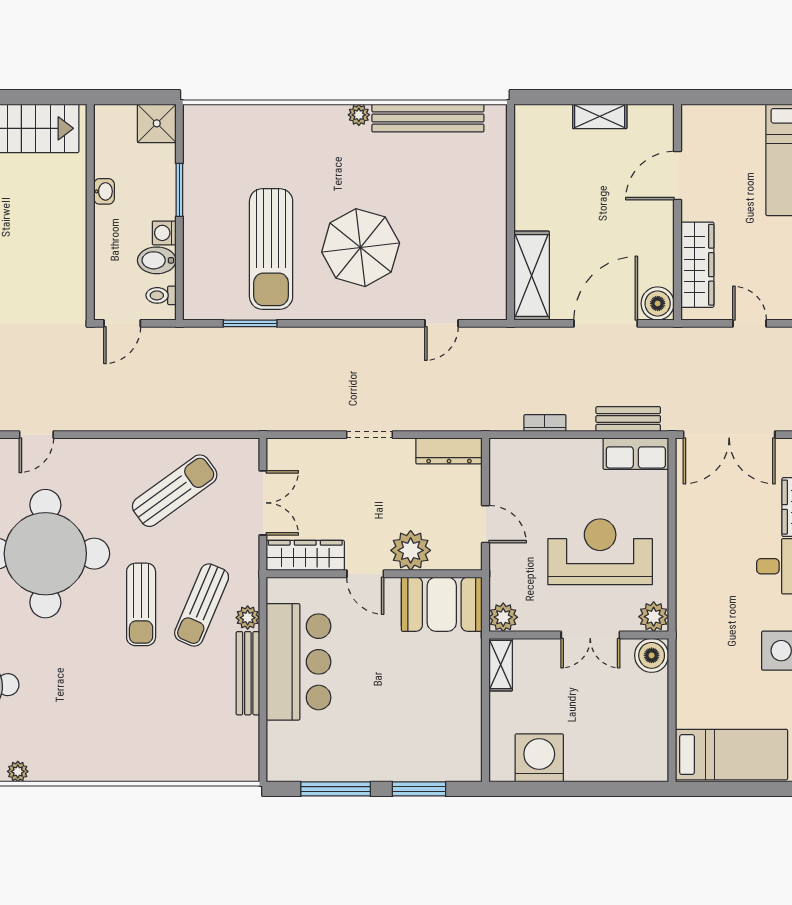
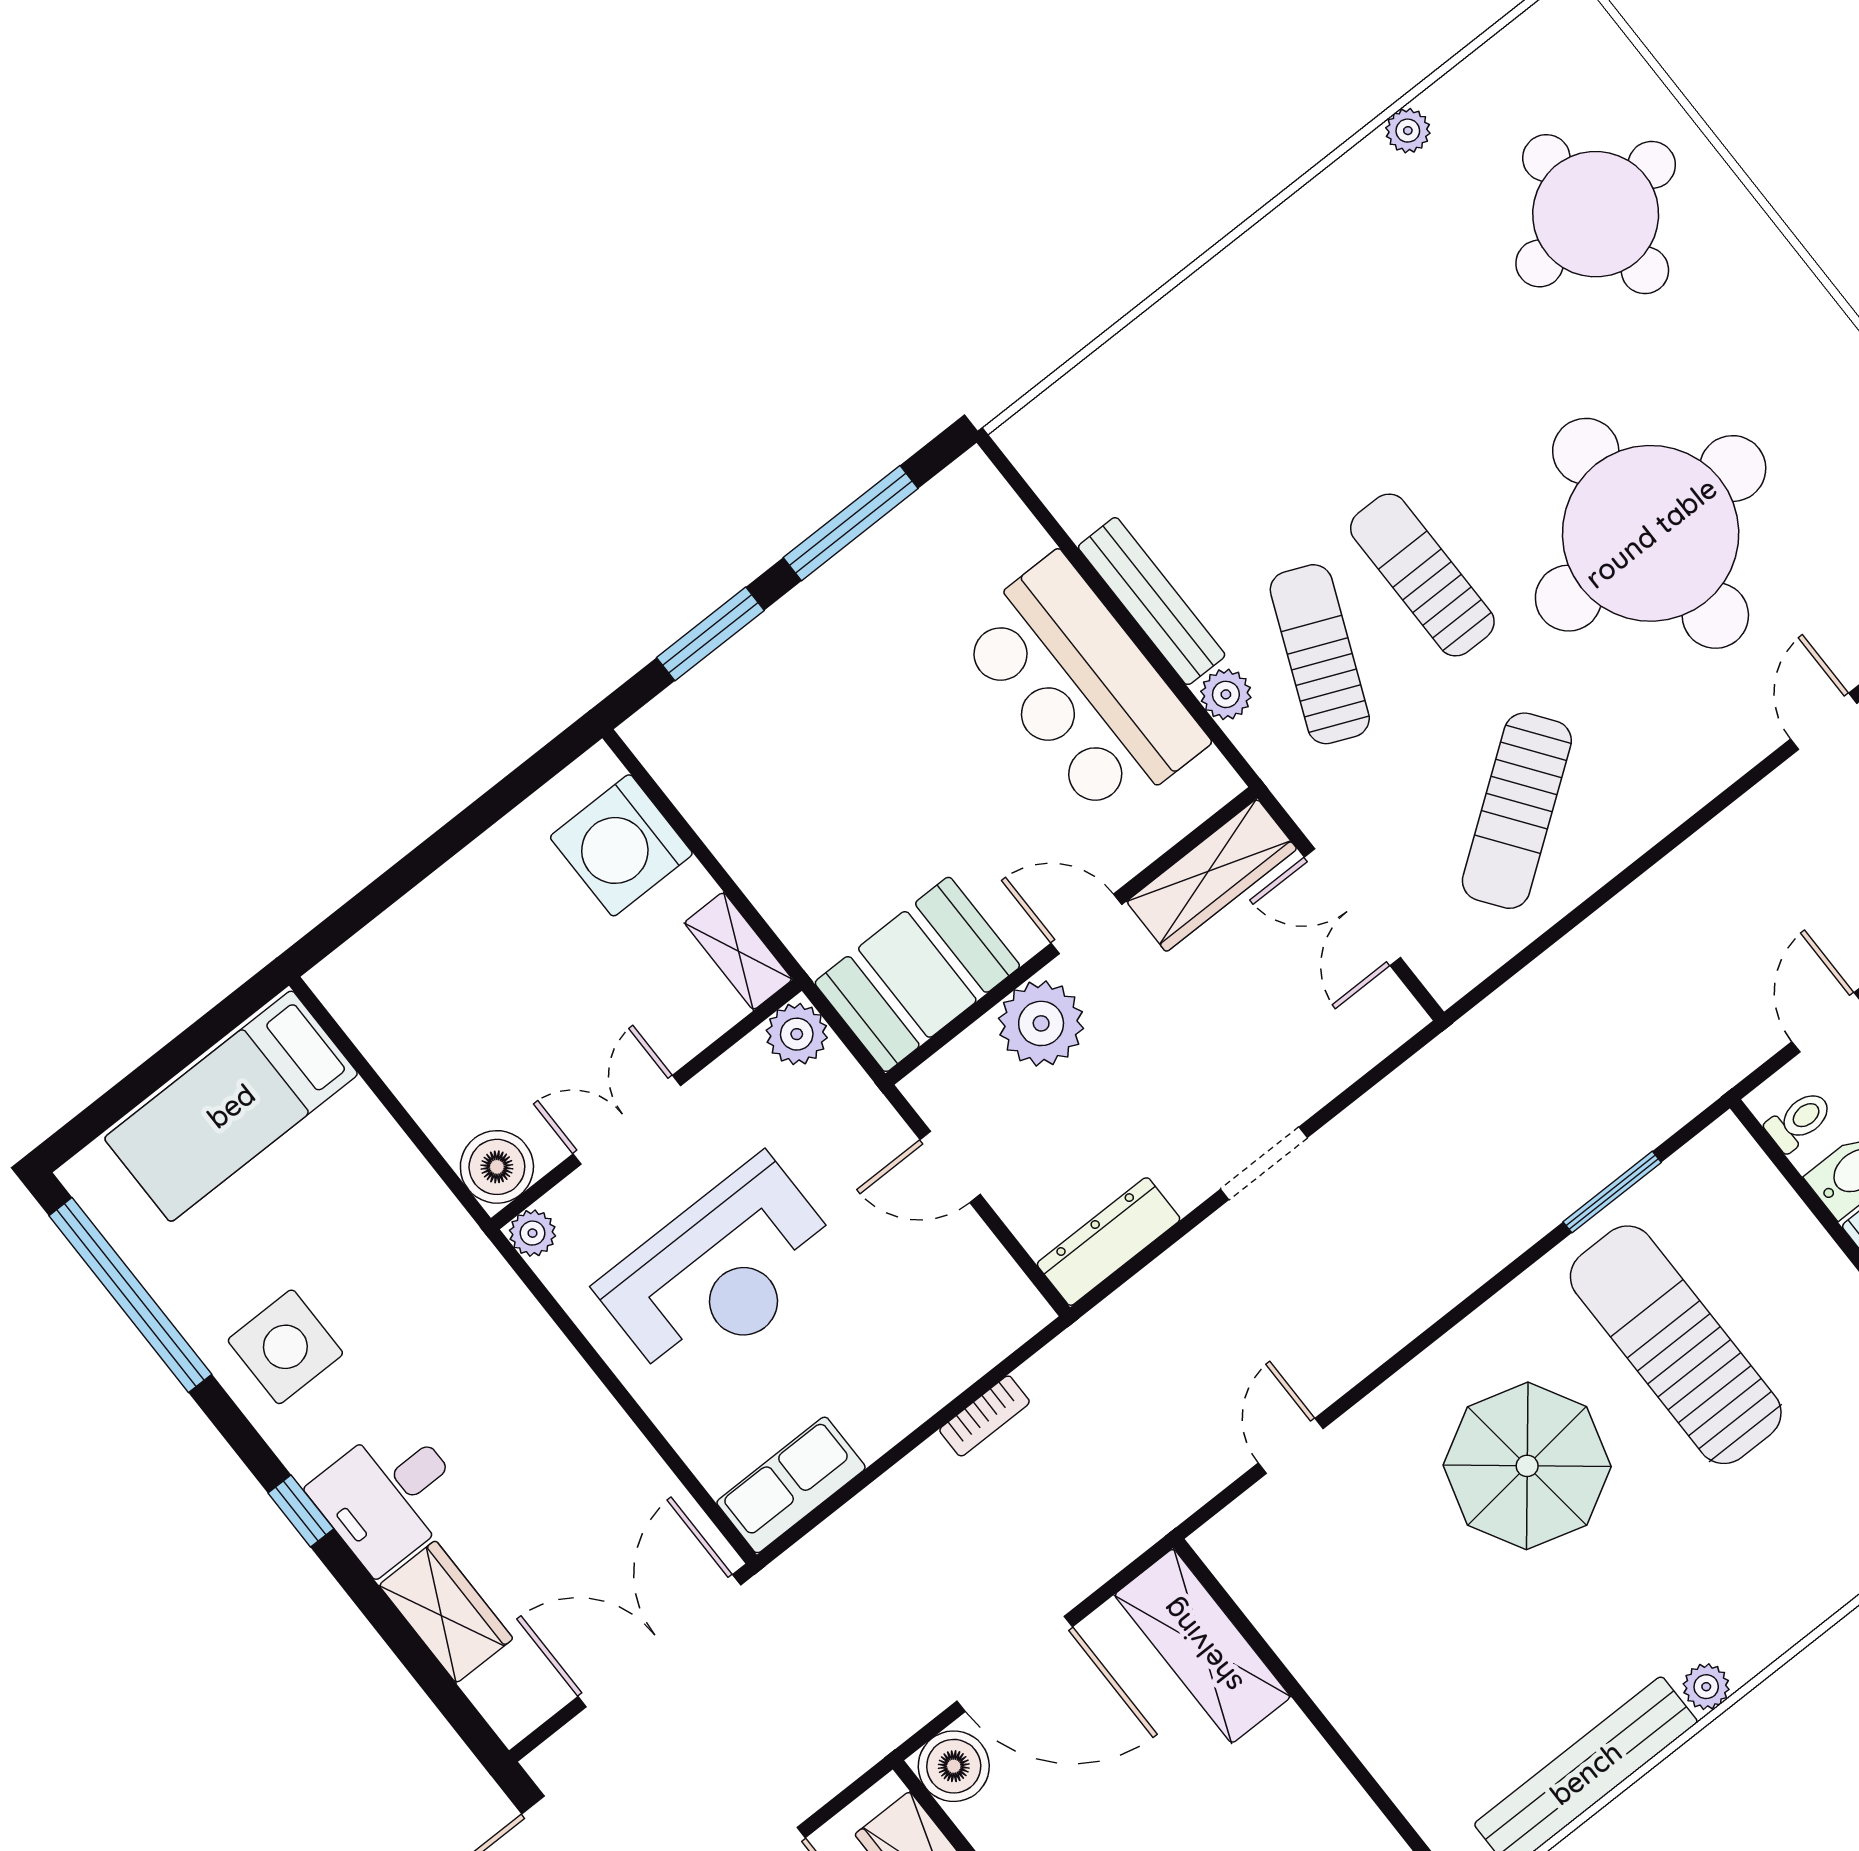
door: (606, 323) -> (1015, 1664), hinge flipped
bench: (628, 419) -> (850, 1533), removed
plant: (654, 617) -> (533, 1233), width x0.73, depth x0.73
washing machine: (539, 758) -> (621, 845), moved, turned 90

